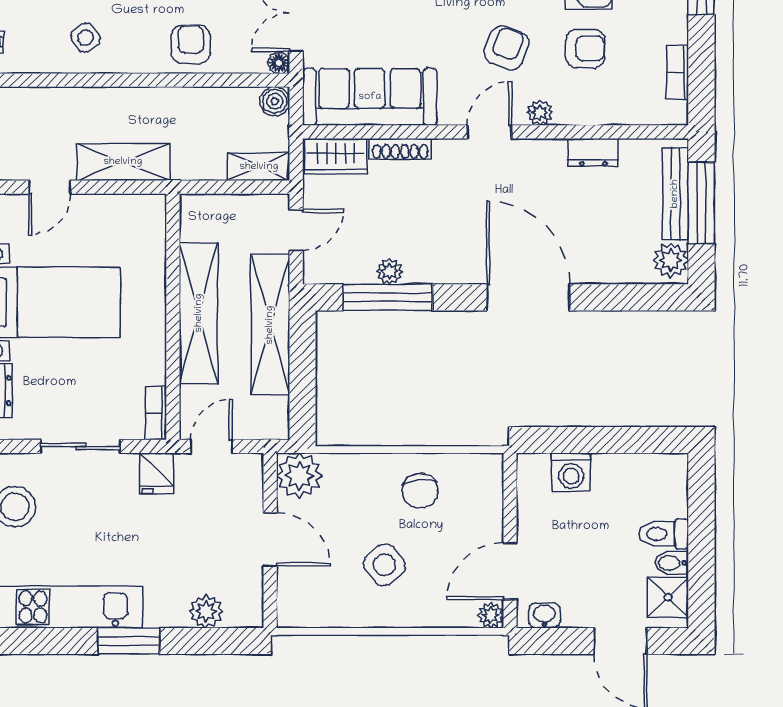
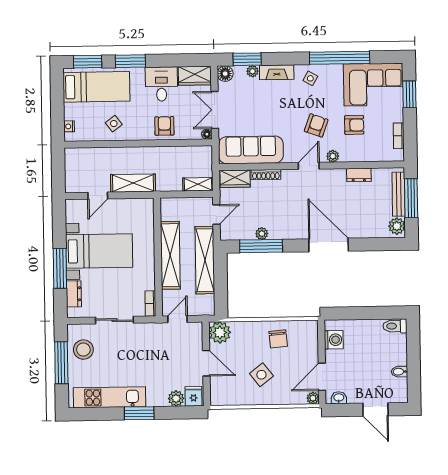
boiler: (275, 101) -> (205, 153), removed
washing machine: (571, 472) -> (334, 340), moved, turned -90
fridge: (157, 473) -> (194, 396), moved, turned 180
toilet: (664, 534) -> (395, 326), moved
shower: (668, 597) -> (398, 388), removed

